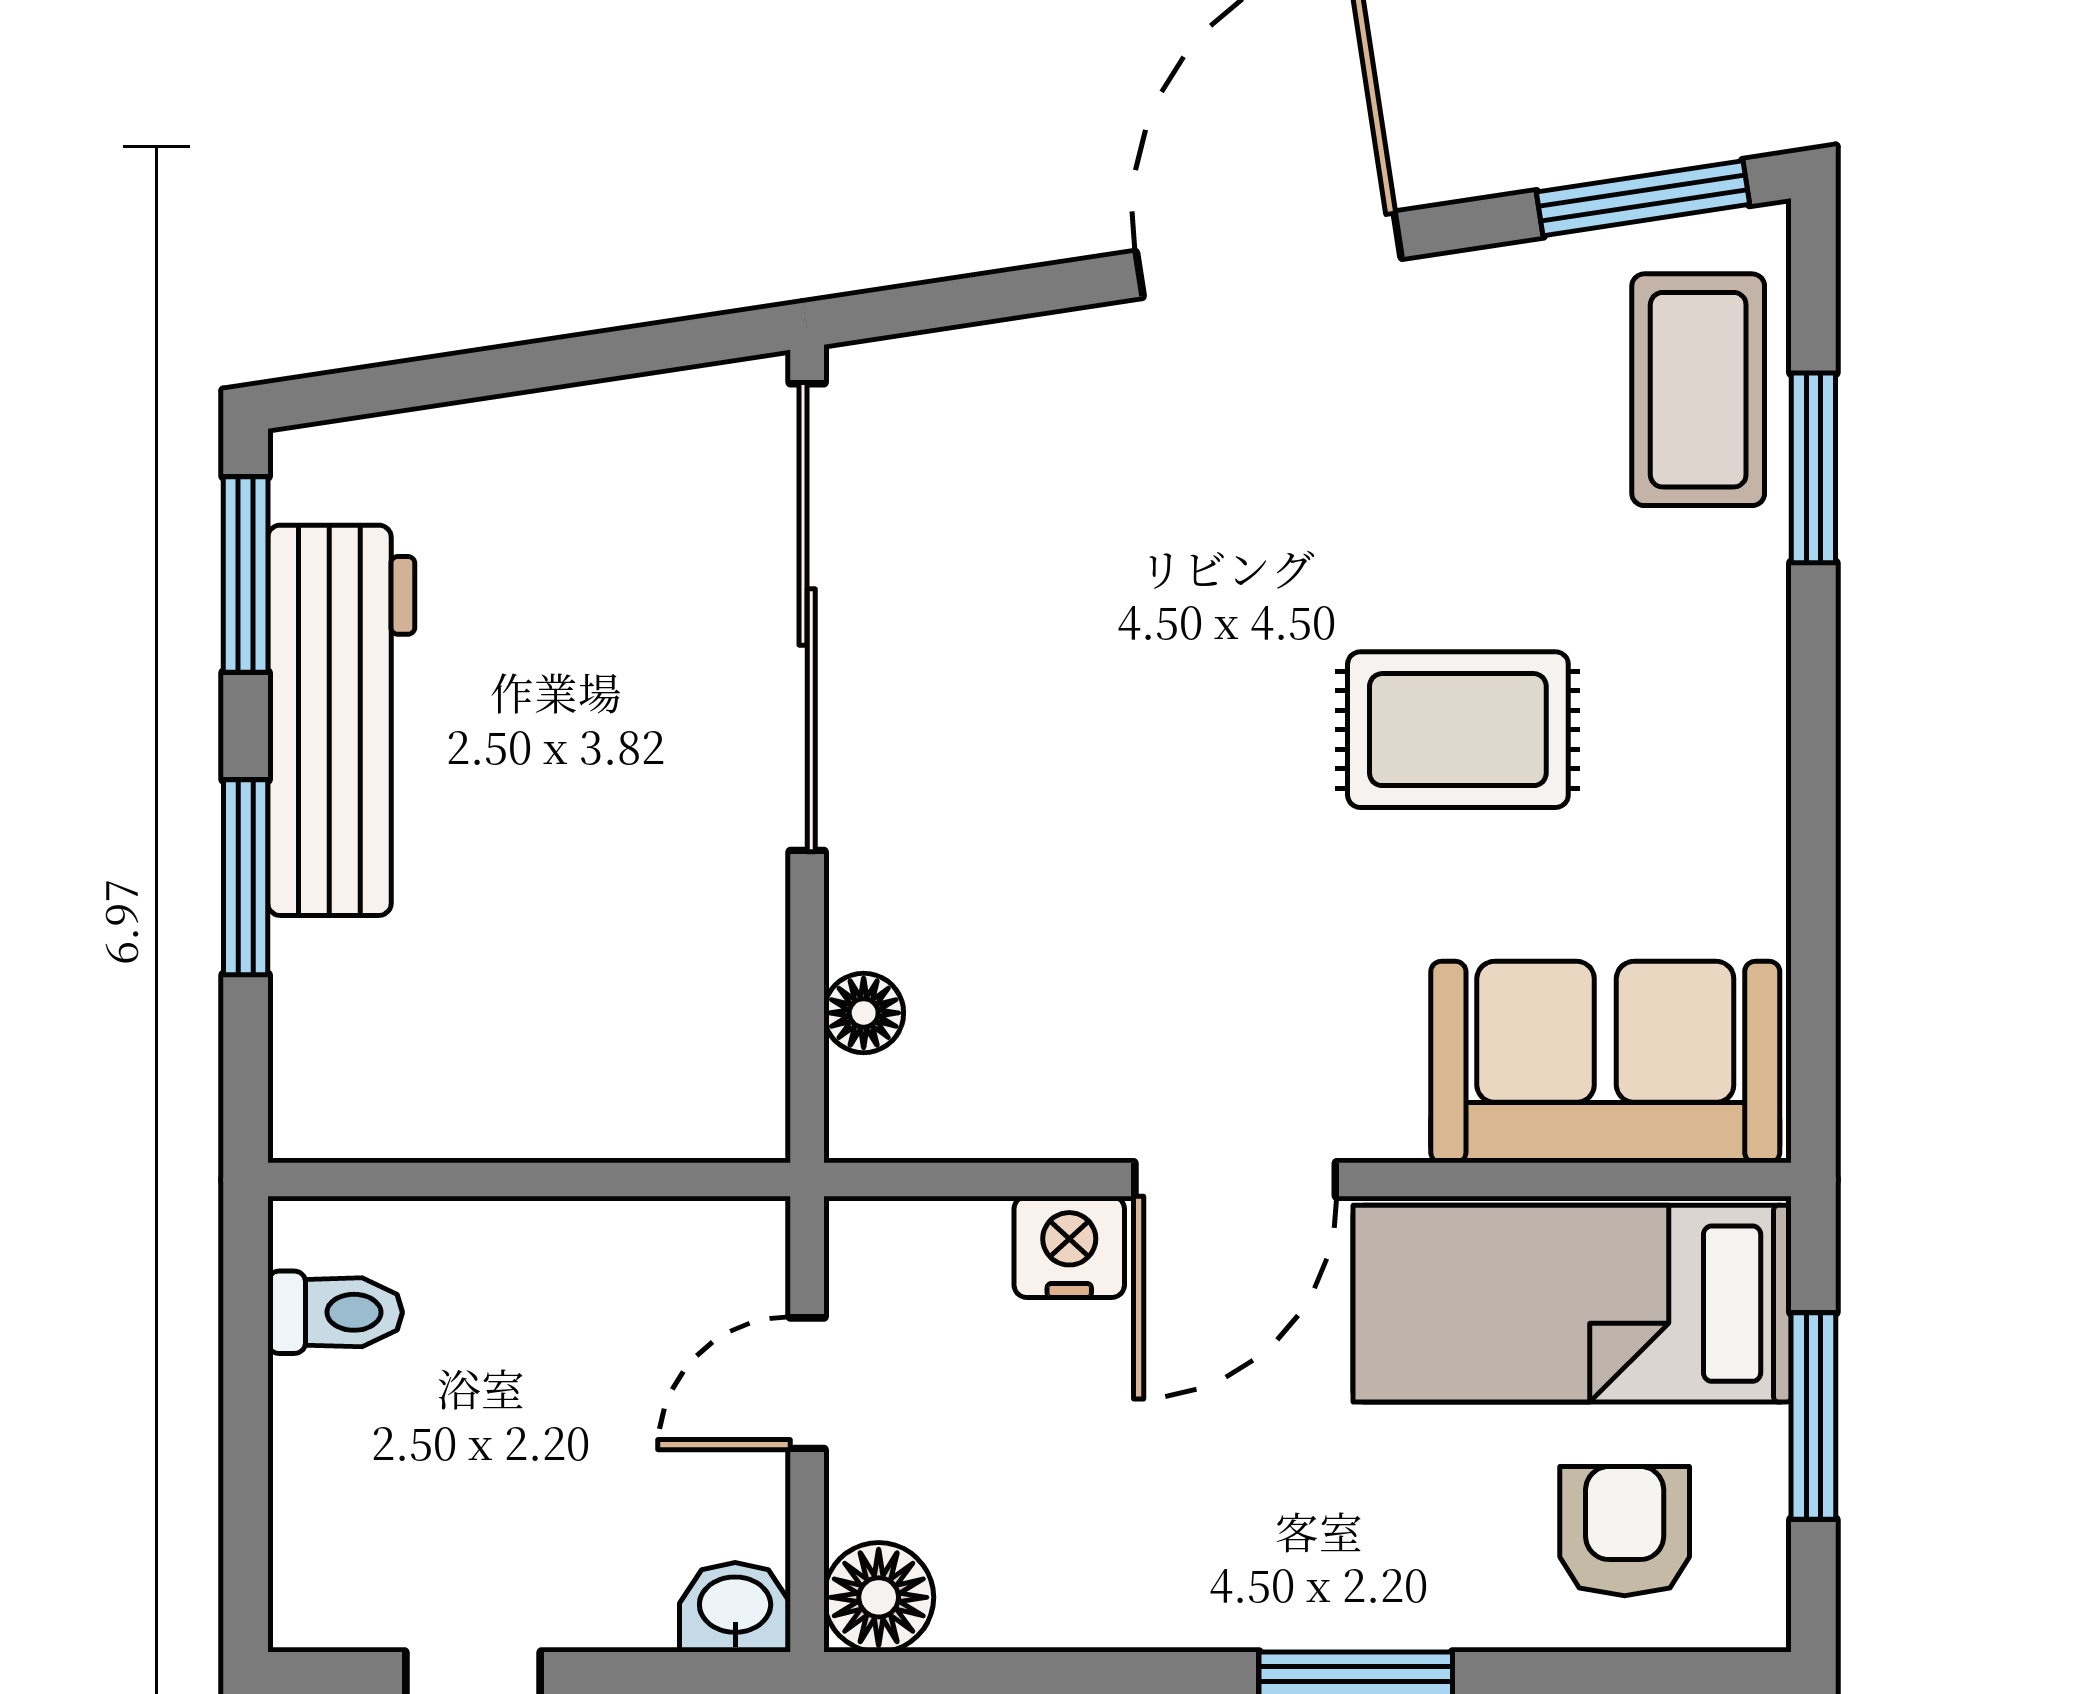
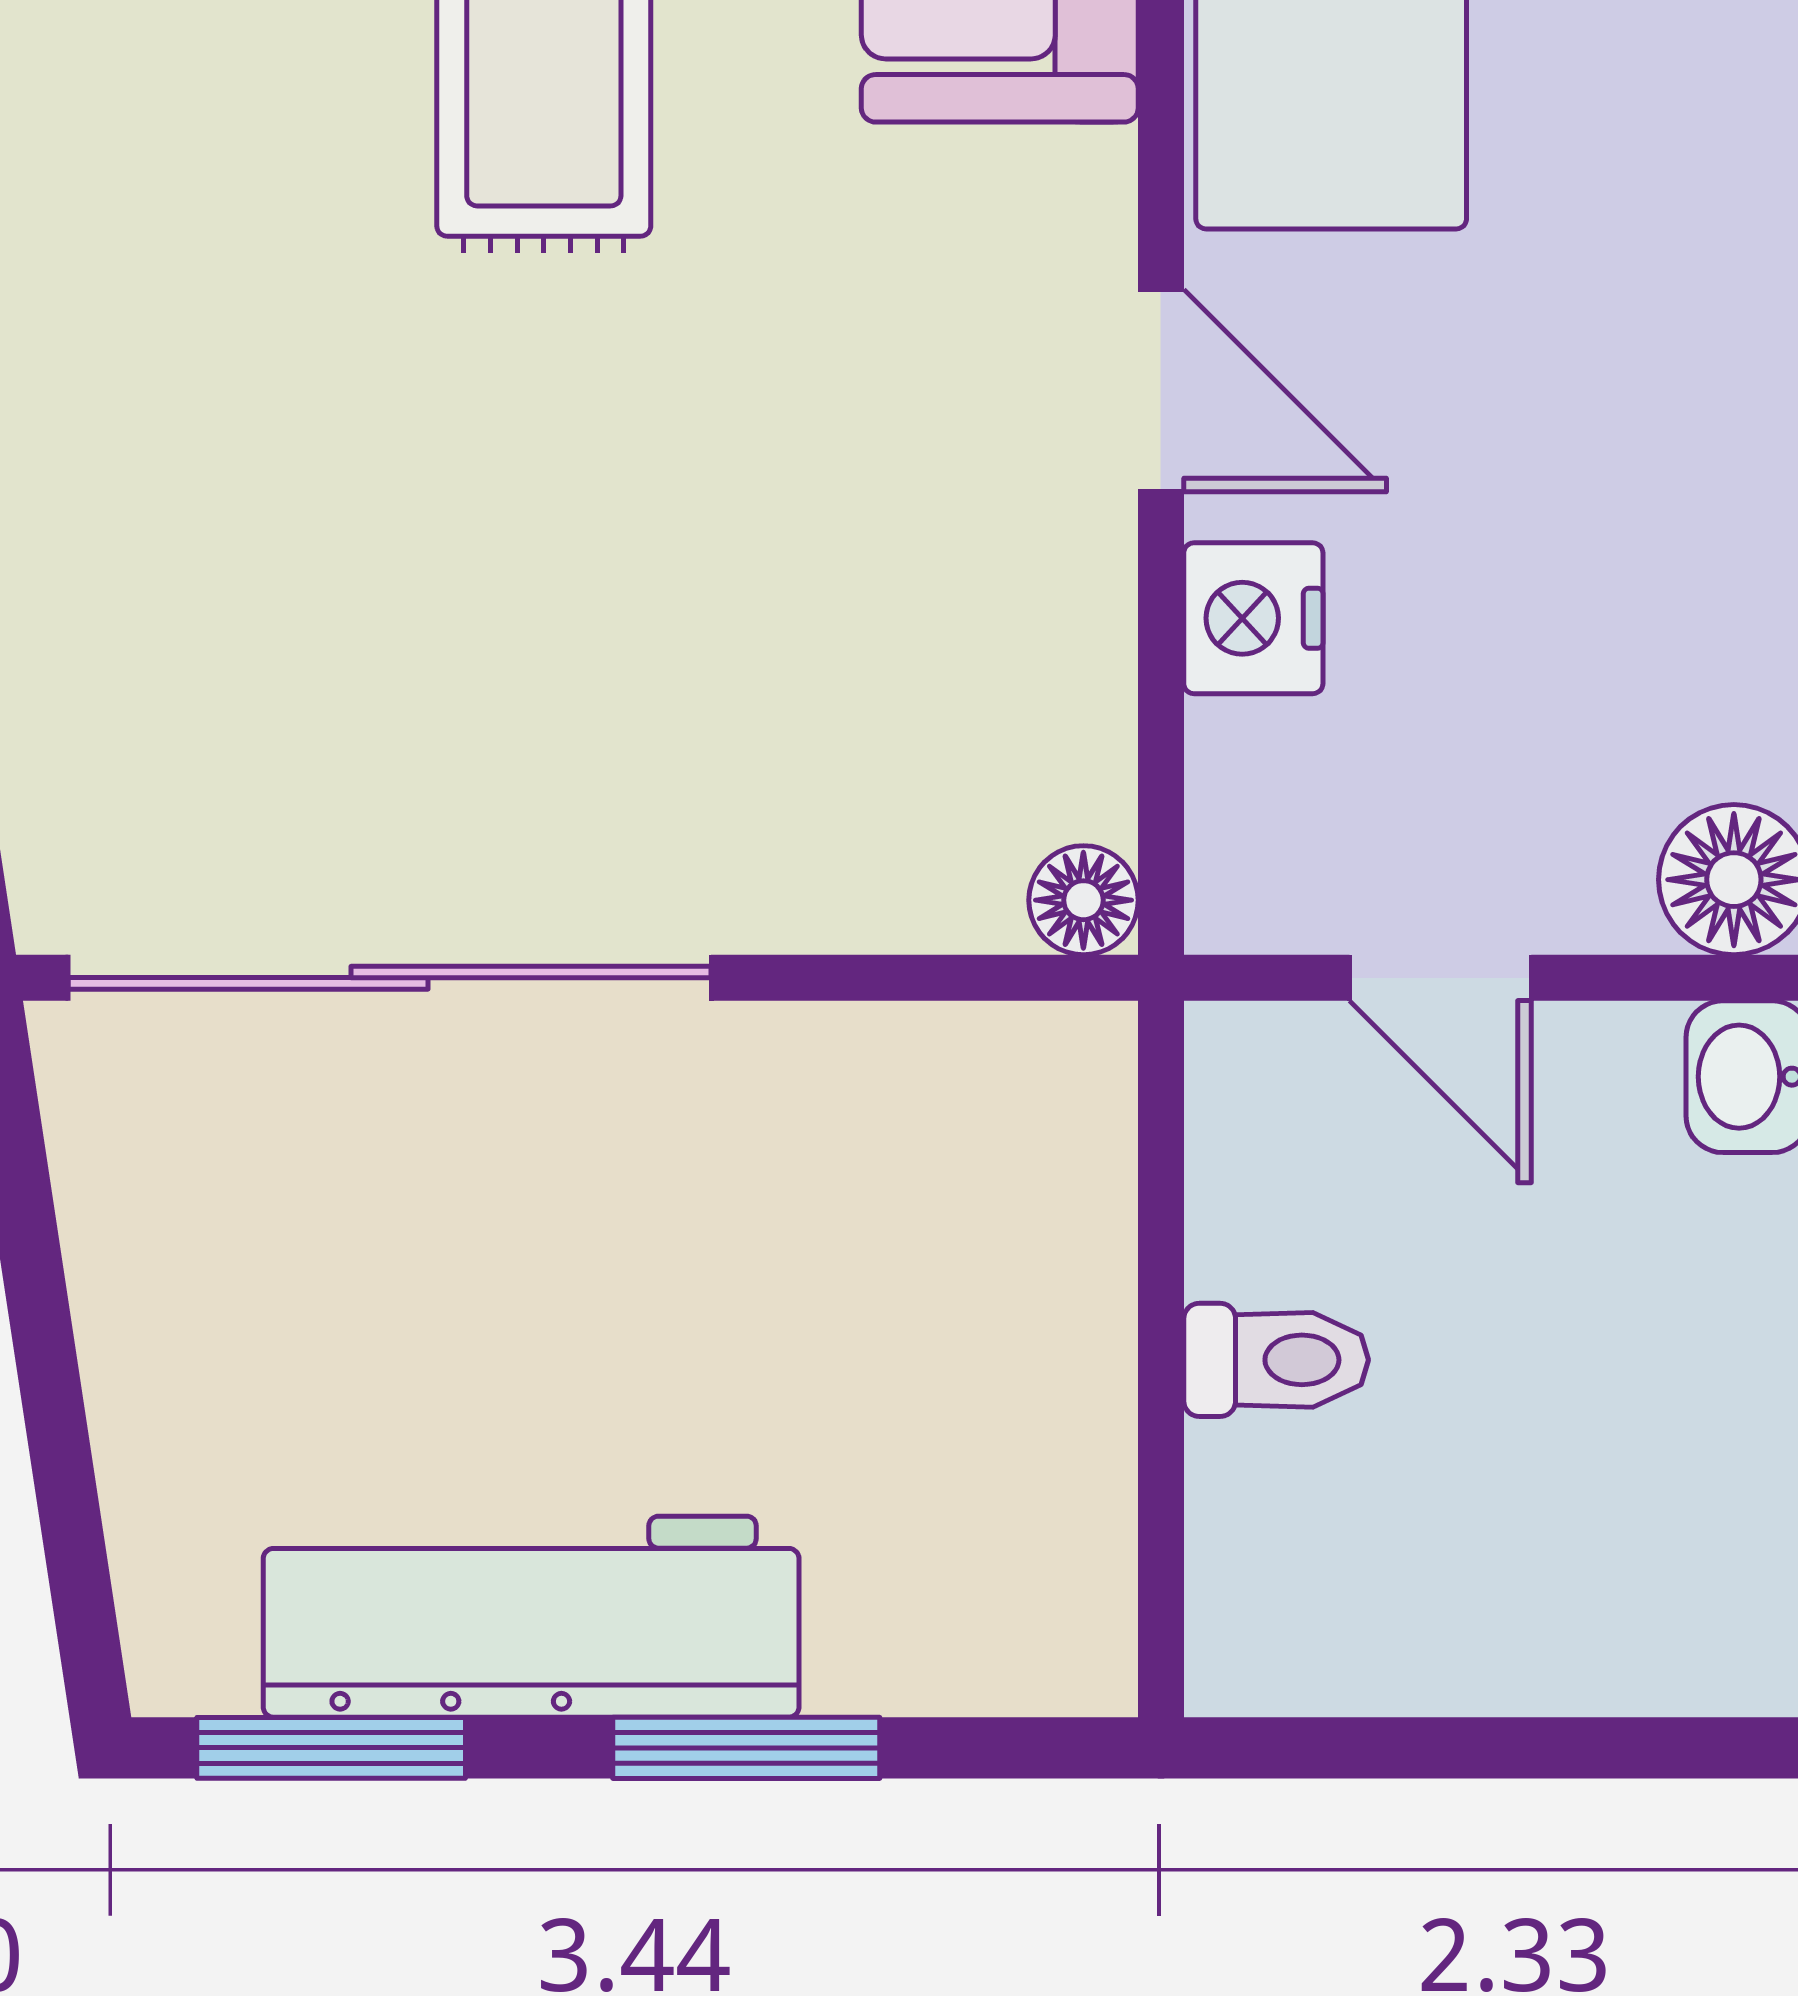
floor lamp: (864, 1013) -> (1083, 900), moved
door: (1235, 1180) -> (1161, 391), width x0.73
toilet: (335, 1312) -> (1276, 1360), moved, turned 90

